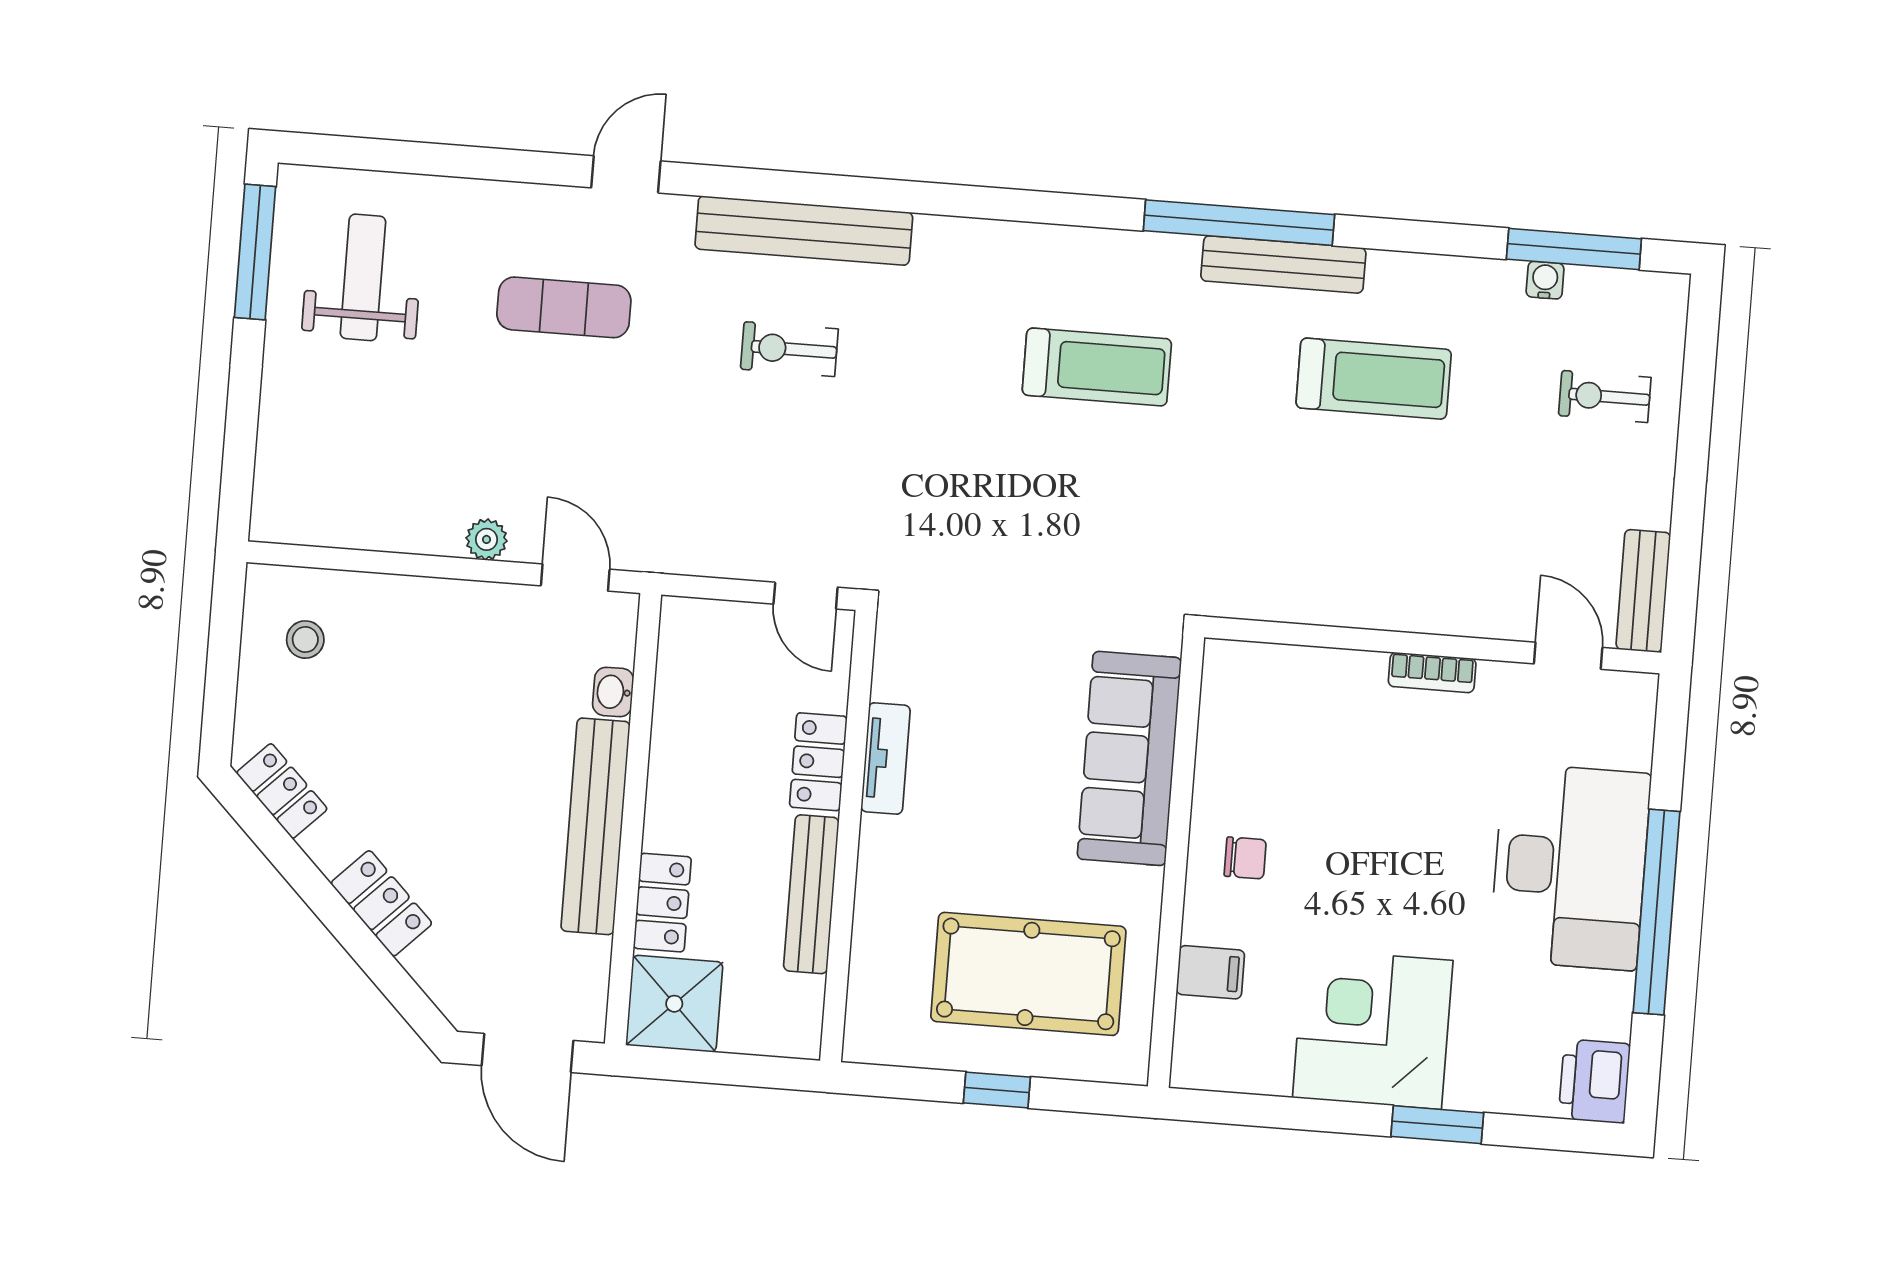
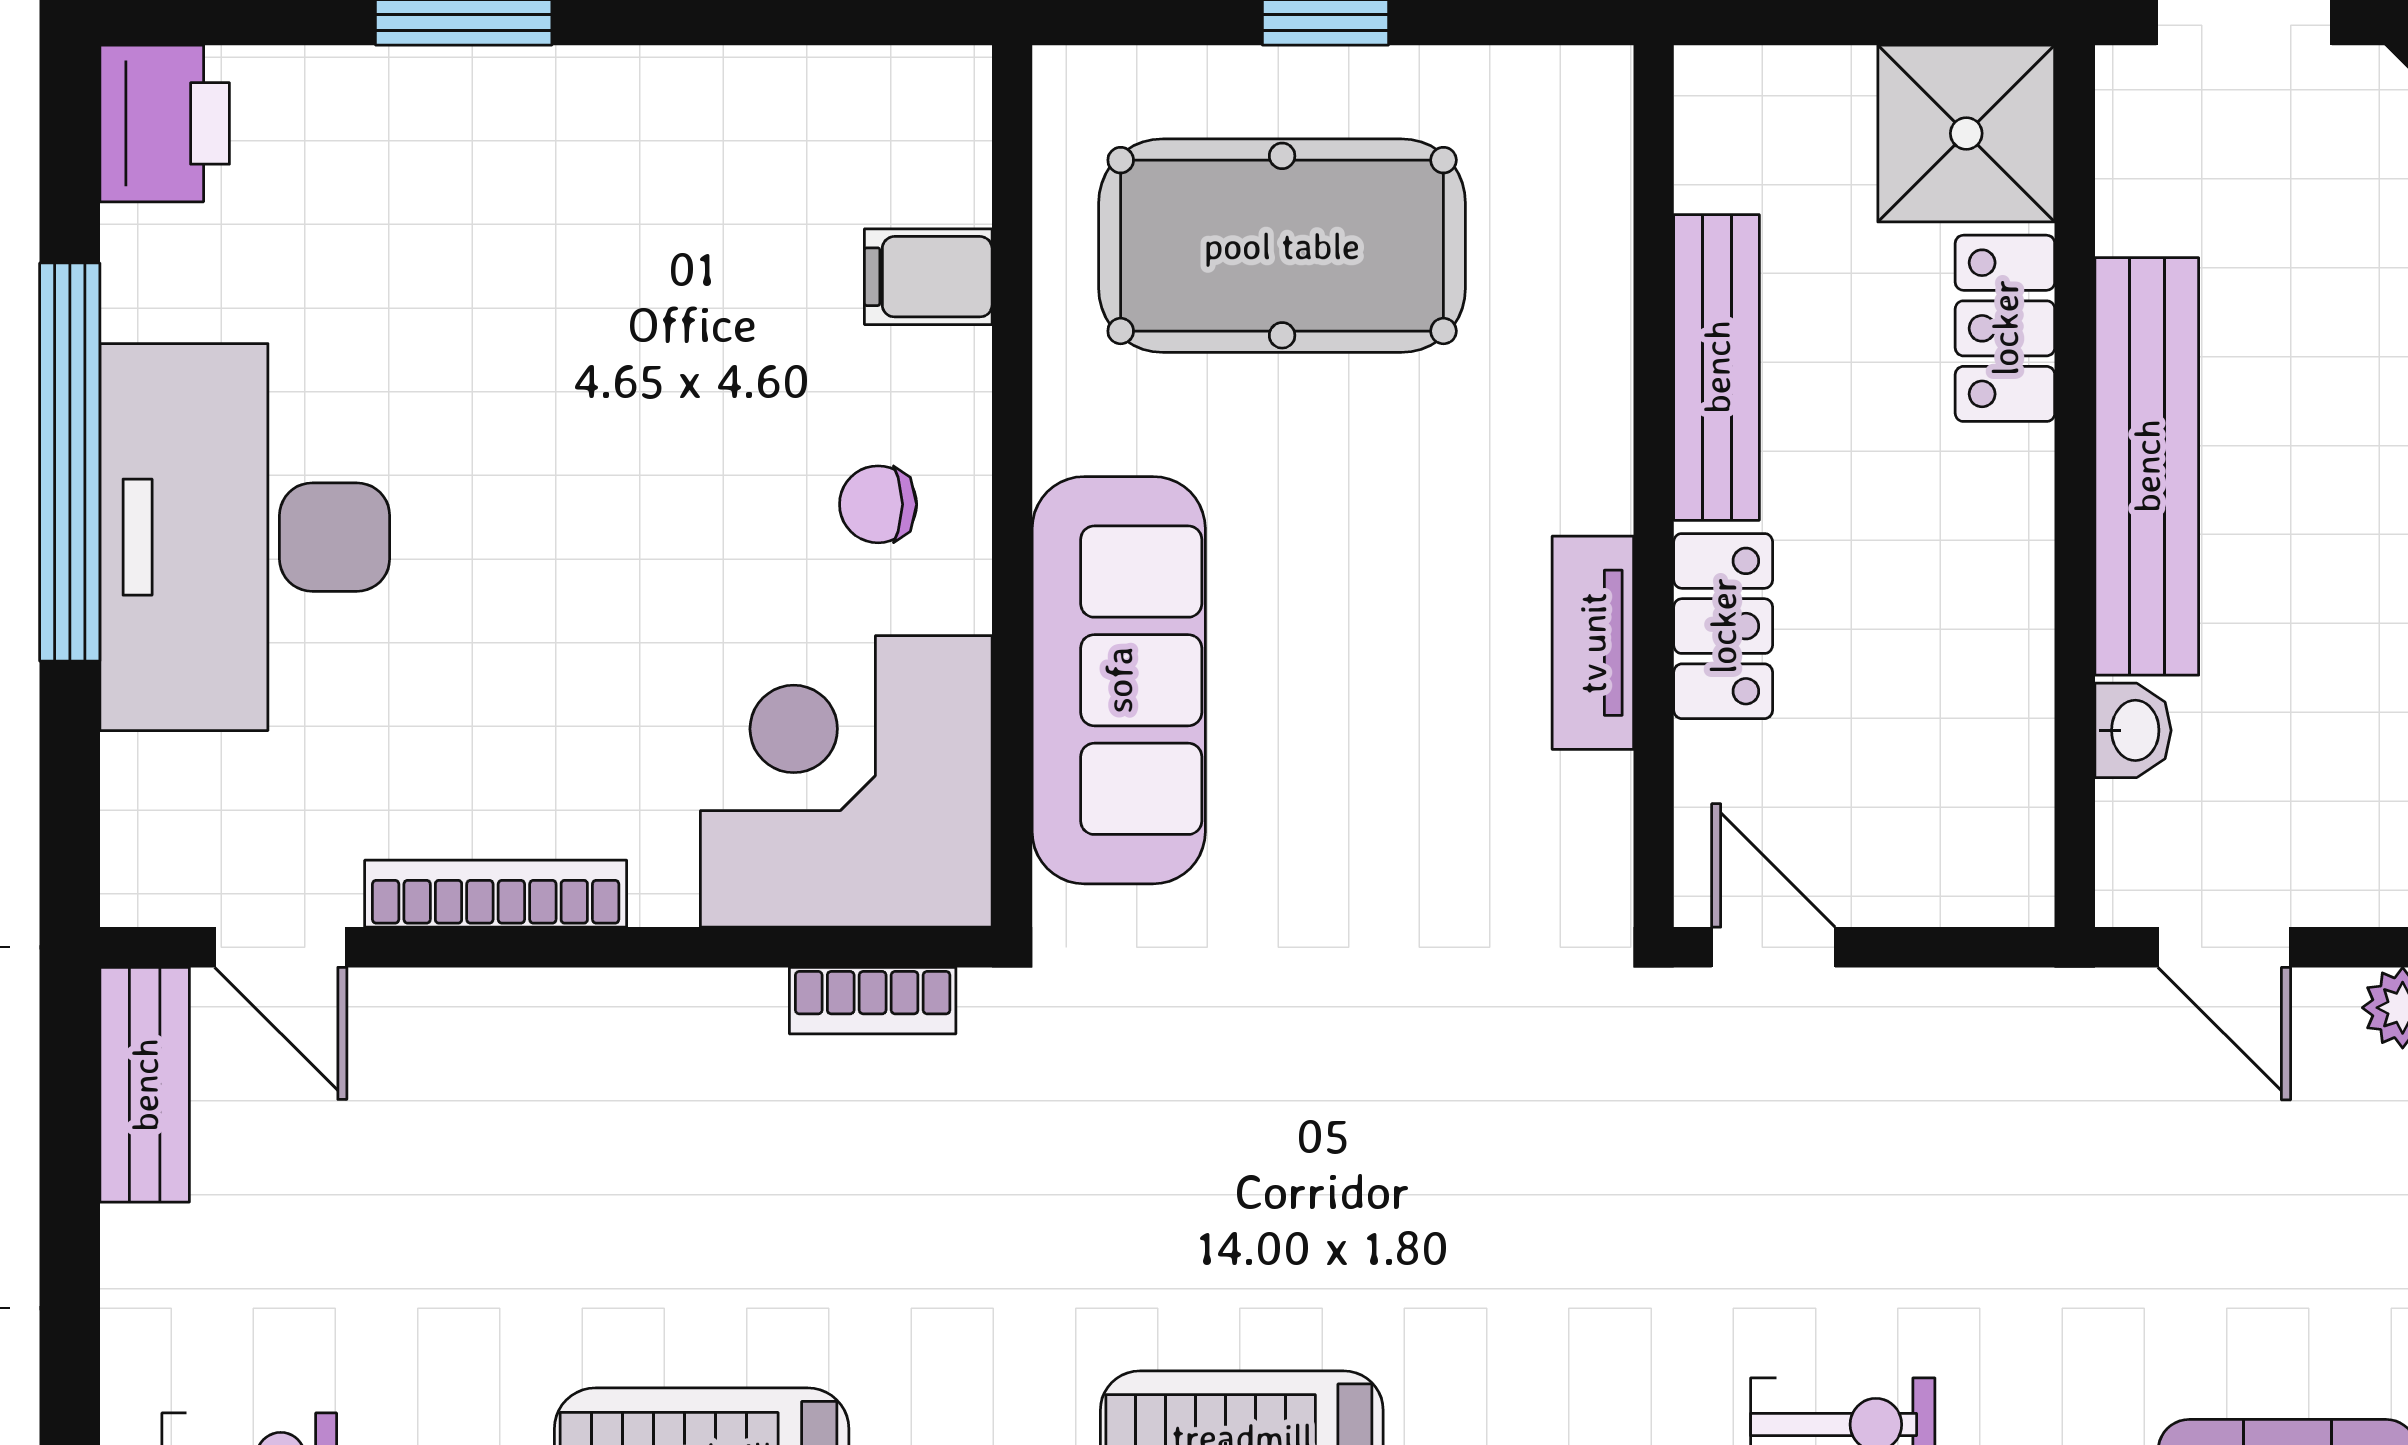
bookcase: (1268, 605) -> (873, 1001), added
bookcase: (1432, 672) -> (496, 894), width x1.56
corner desk: (1373, 1029) -> (846, 781), moved, turned 180

